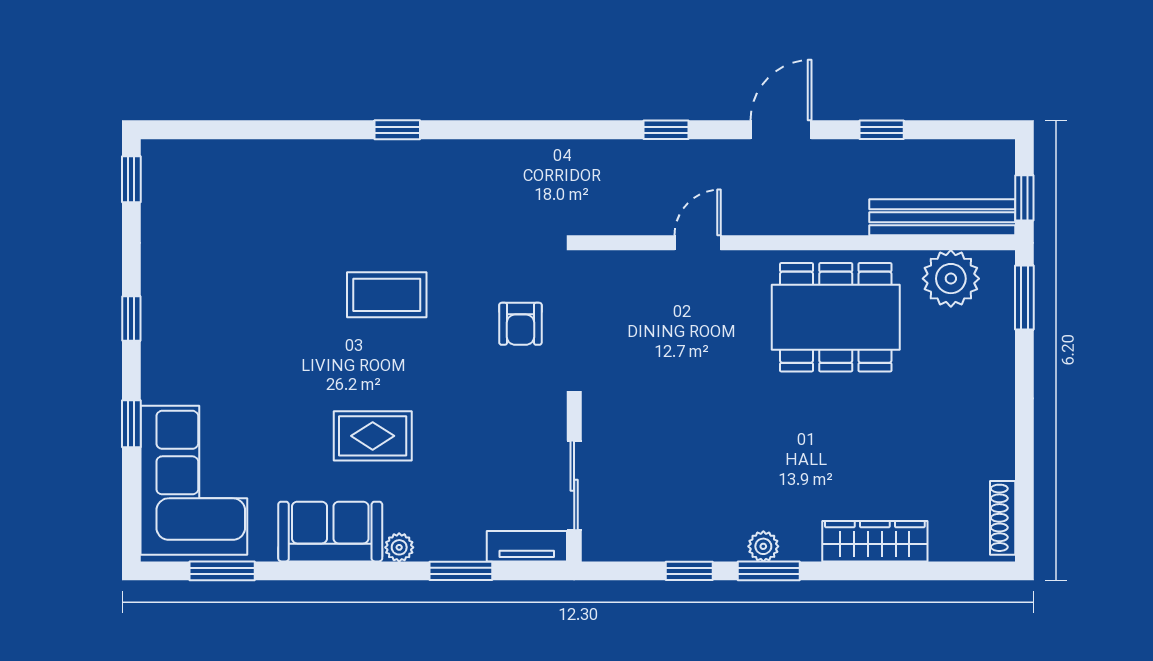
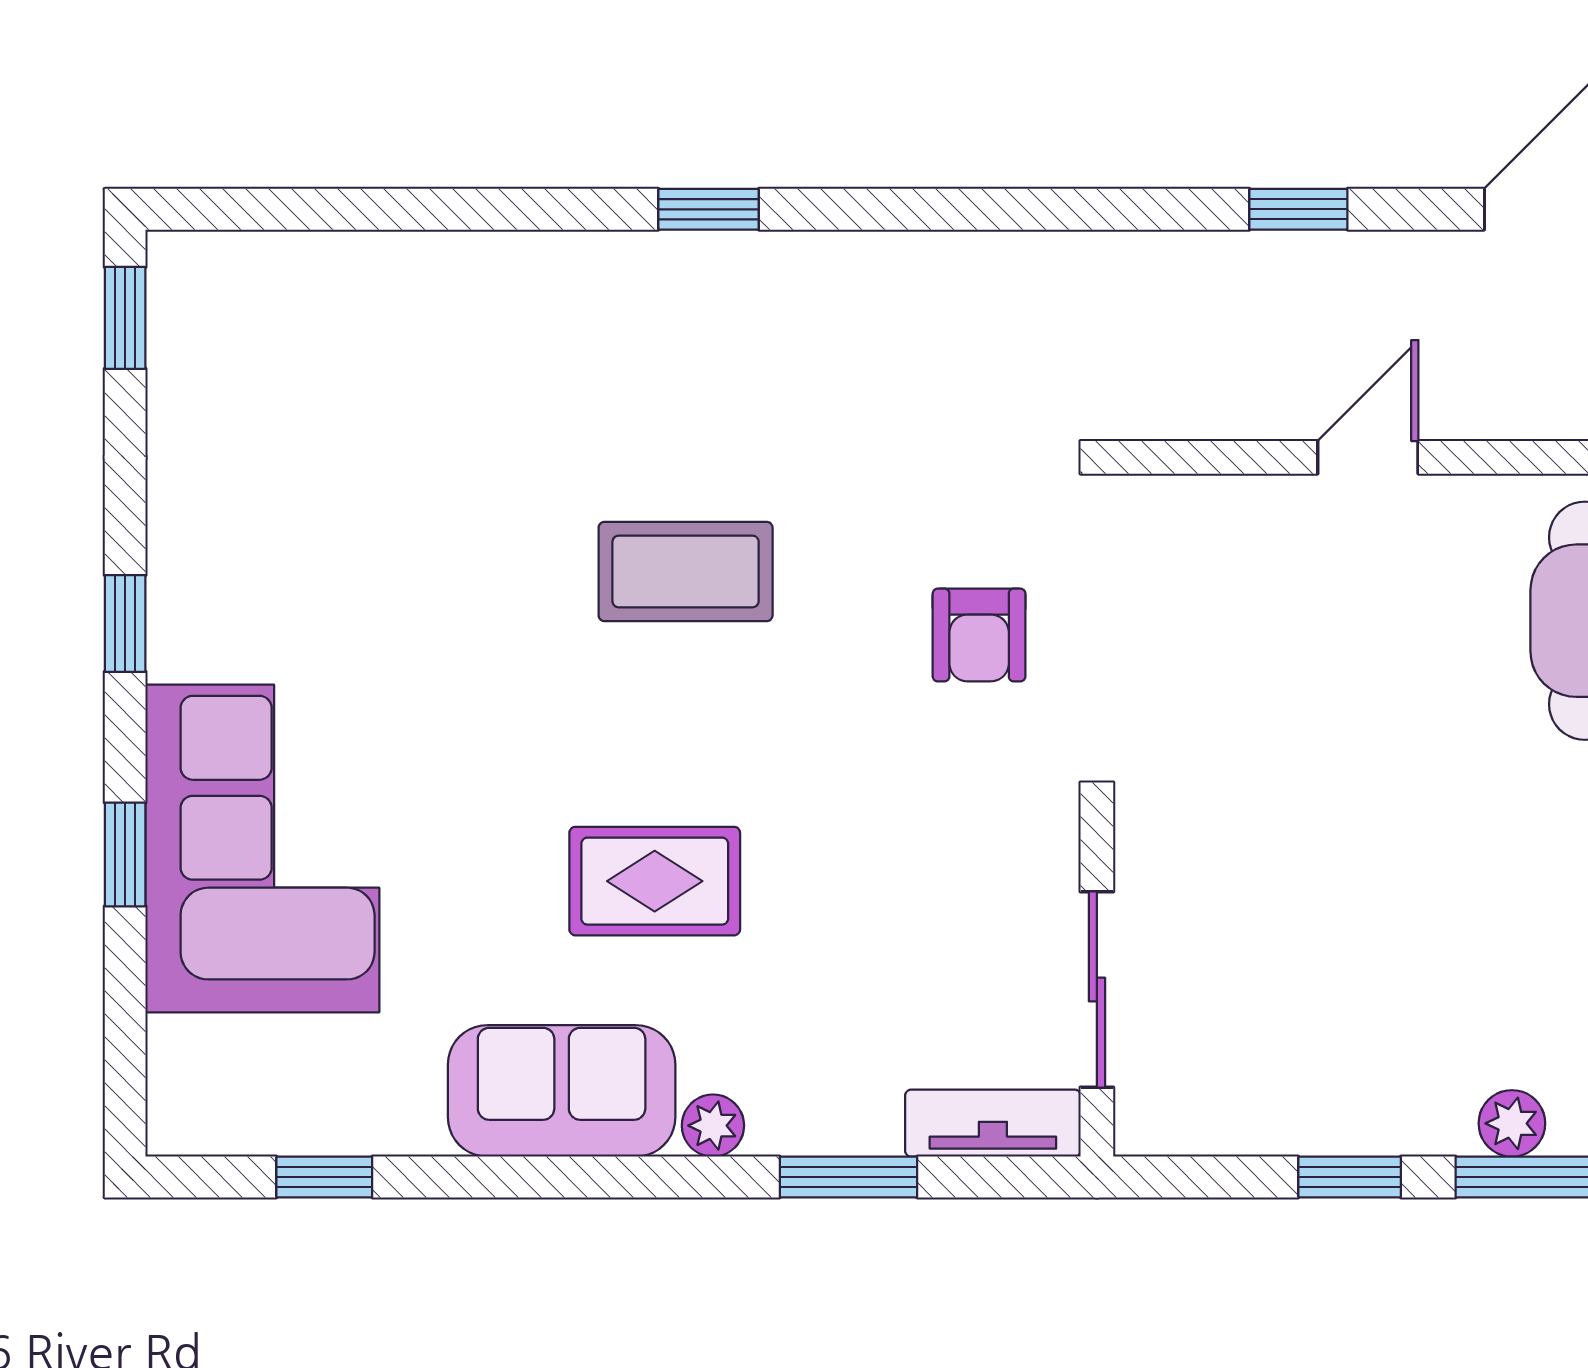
corner sofa: (194, 480) -> (262, 848), moved
window: (222, 571) -> (324, 1177), width x0.67

